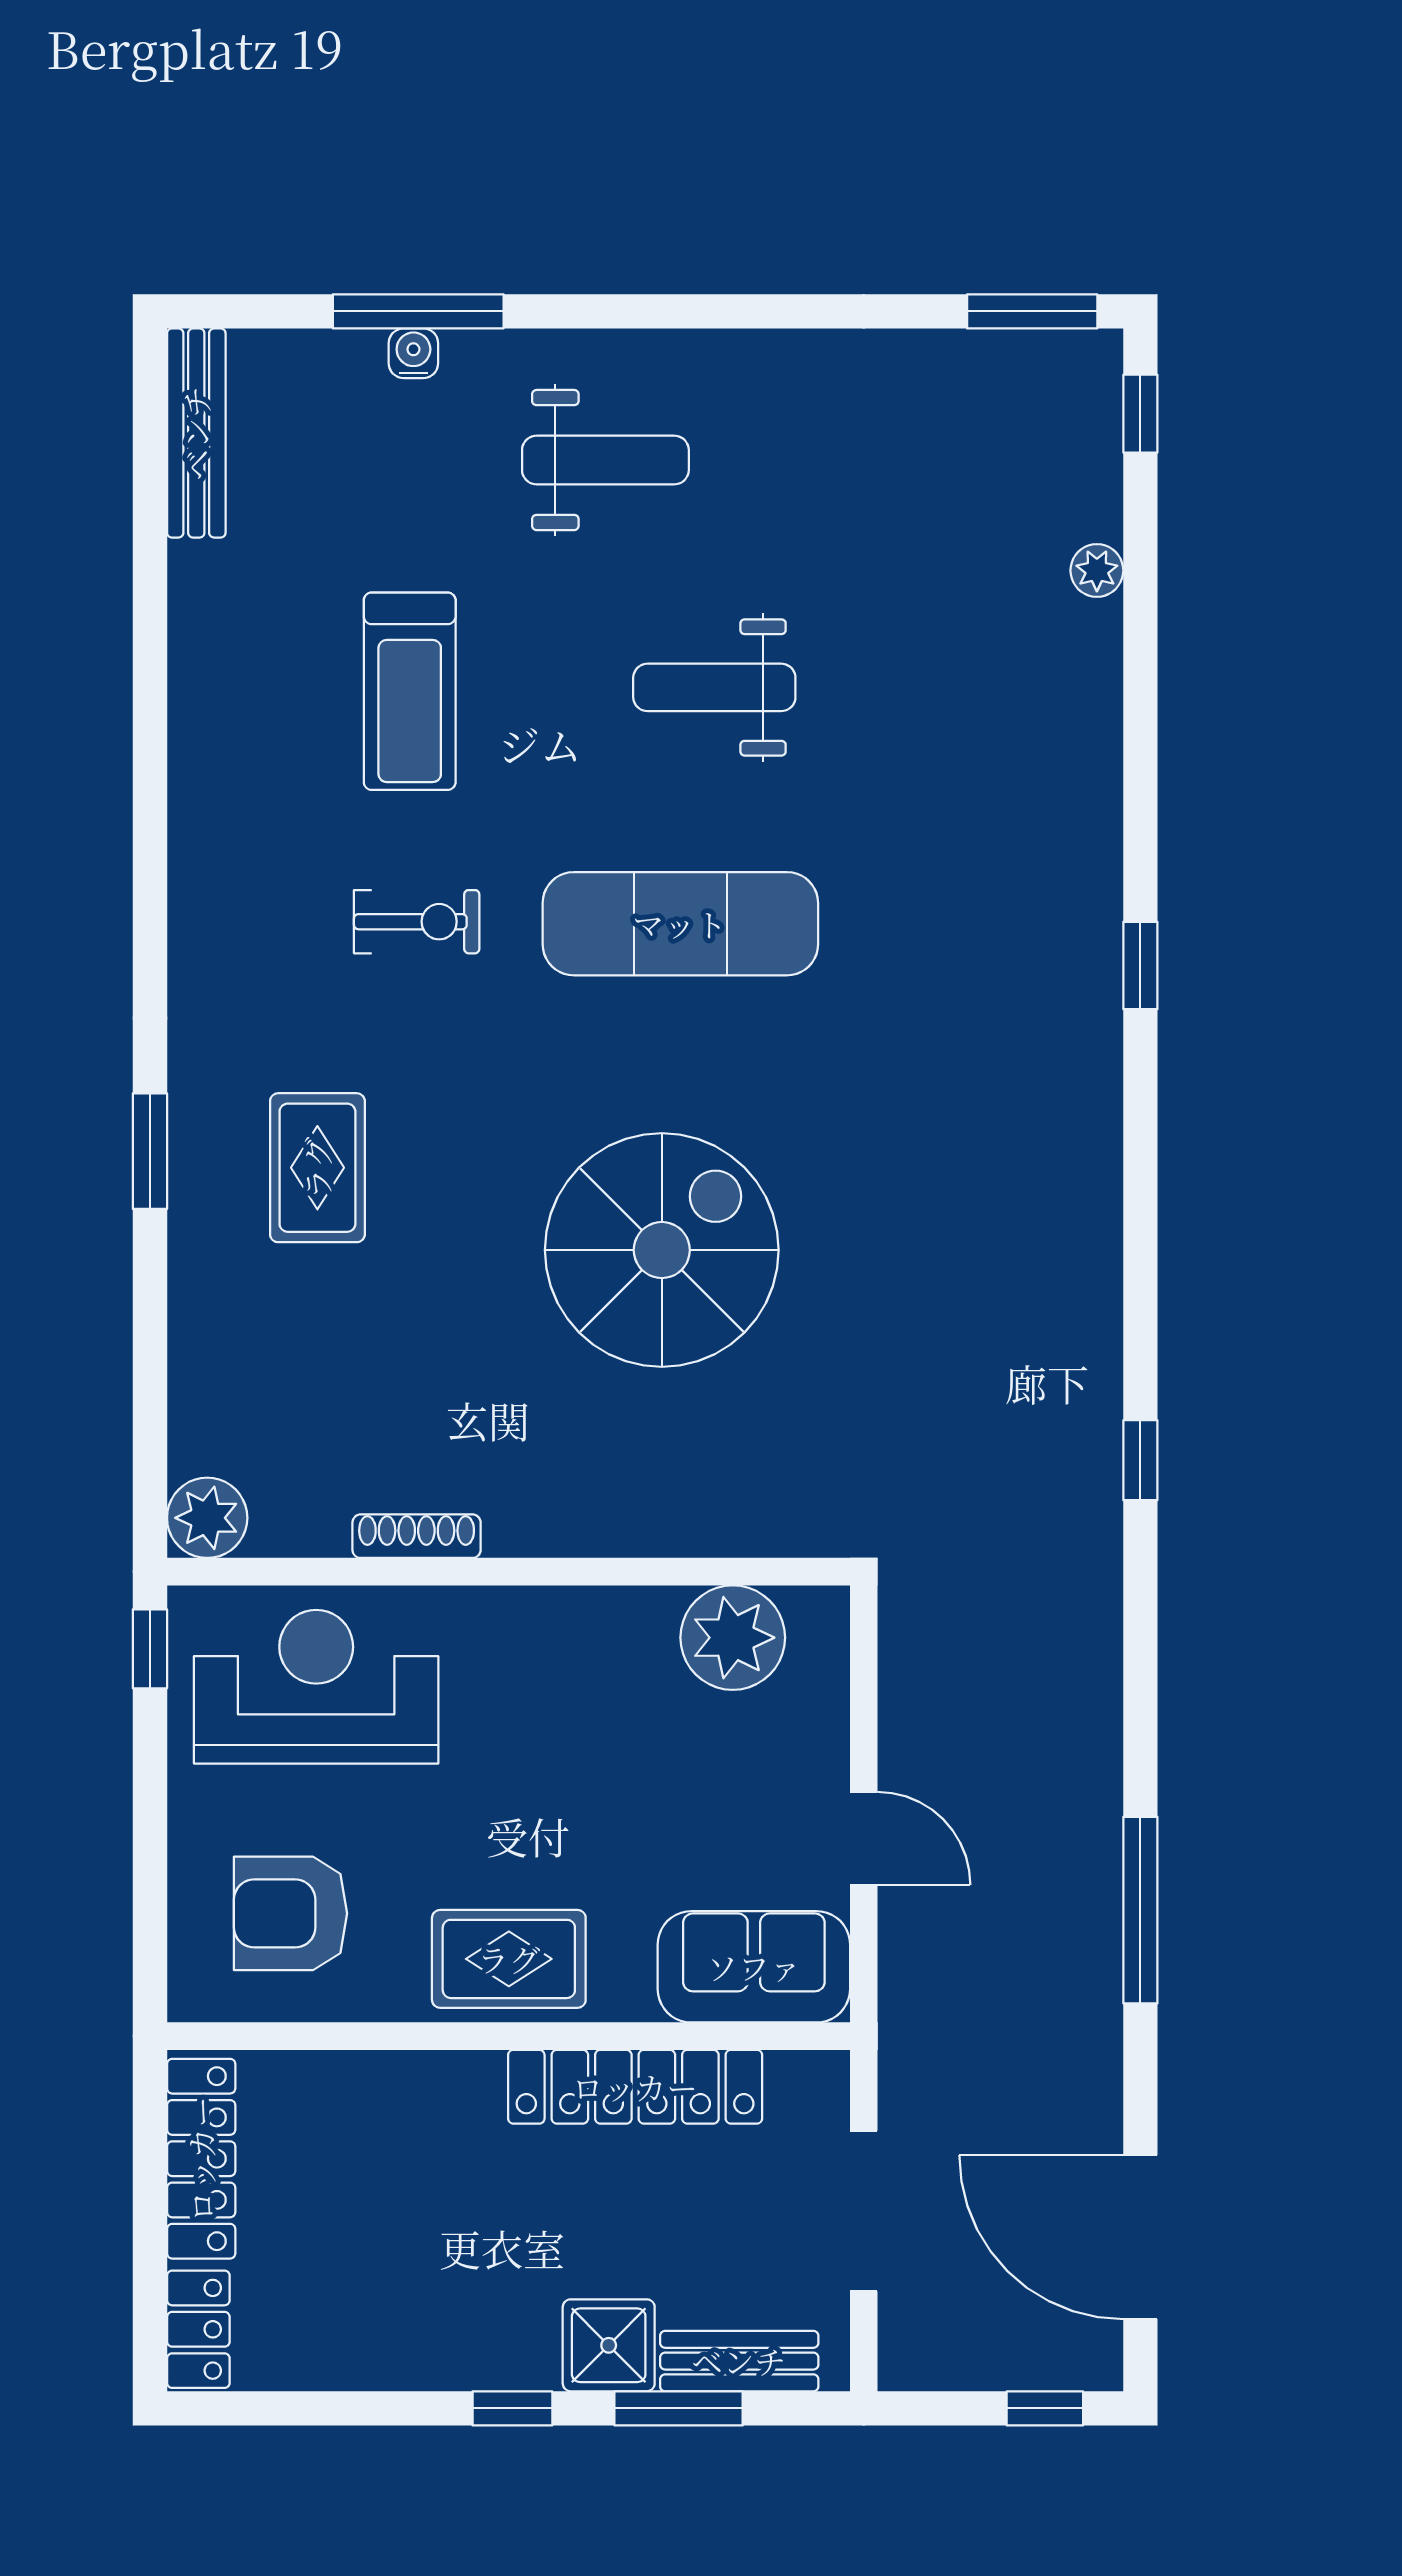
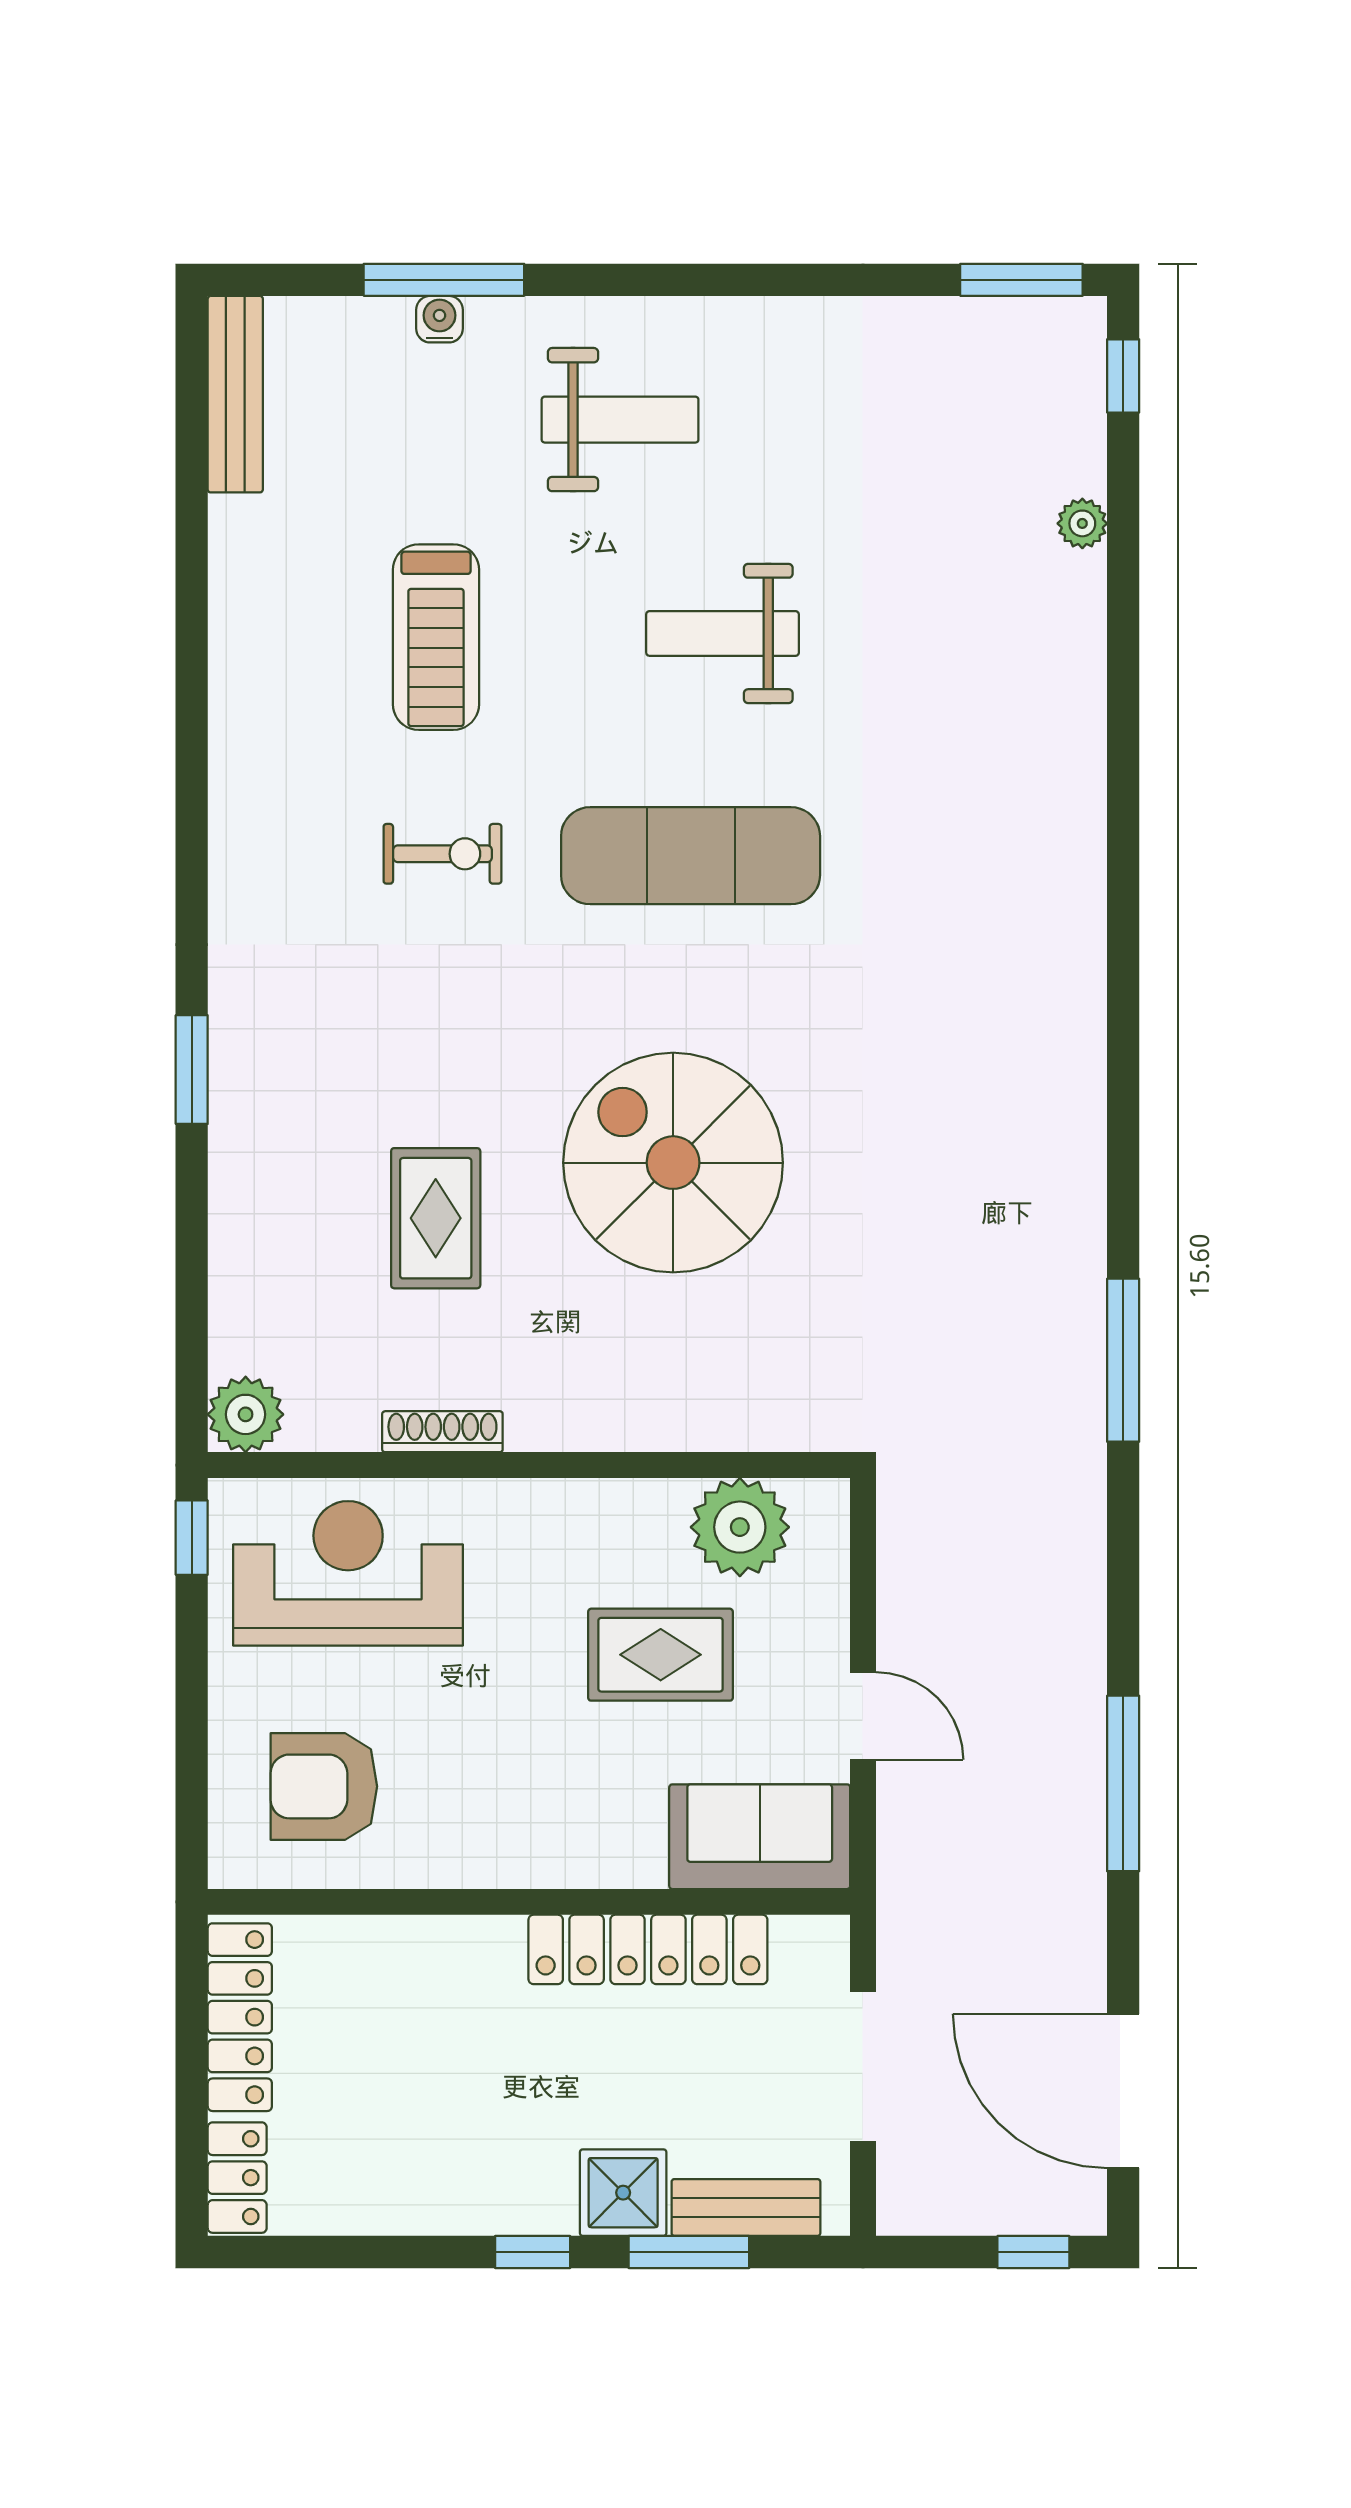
window: (1140, 966) -> (1123, 895), removed
rug: (317, 1168) -> (436, 1218), moved
spiral stairs: (662, 1250) -> (673, 1163), turned -90
window: (1140, 1460) -> (1123, 1360), width x2.17
rug: (509, 1959) -> (661, 1655), moved

